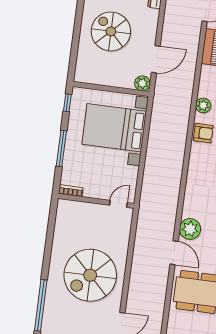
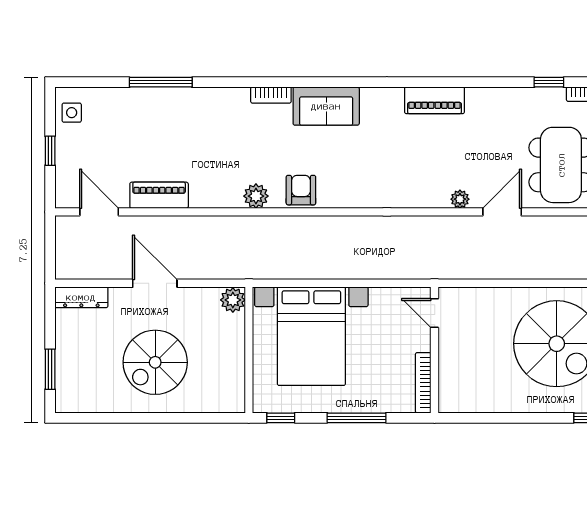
door: (156, 59) -> (155, 283), moved
bookcase: (71, 191) -> (423, 383), width x1.56
plant: (190, 229) -> (460, 199), width x0.53, depth x0.53

